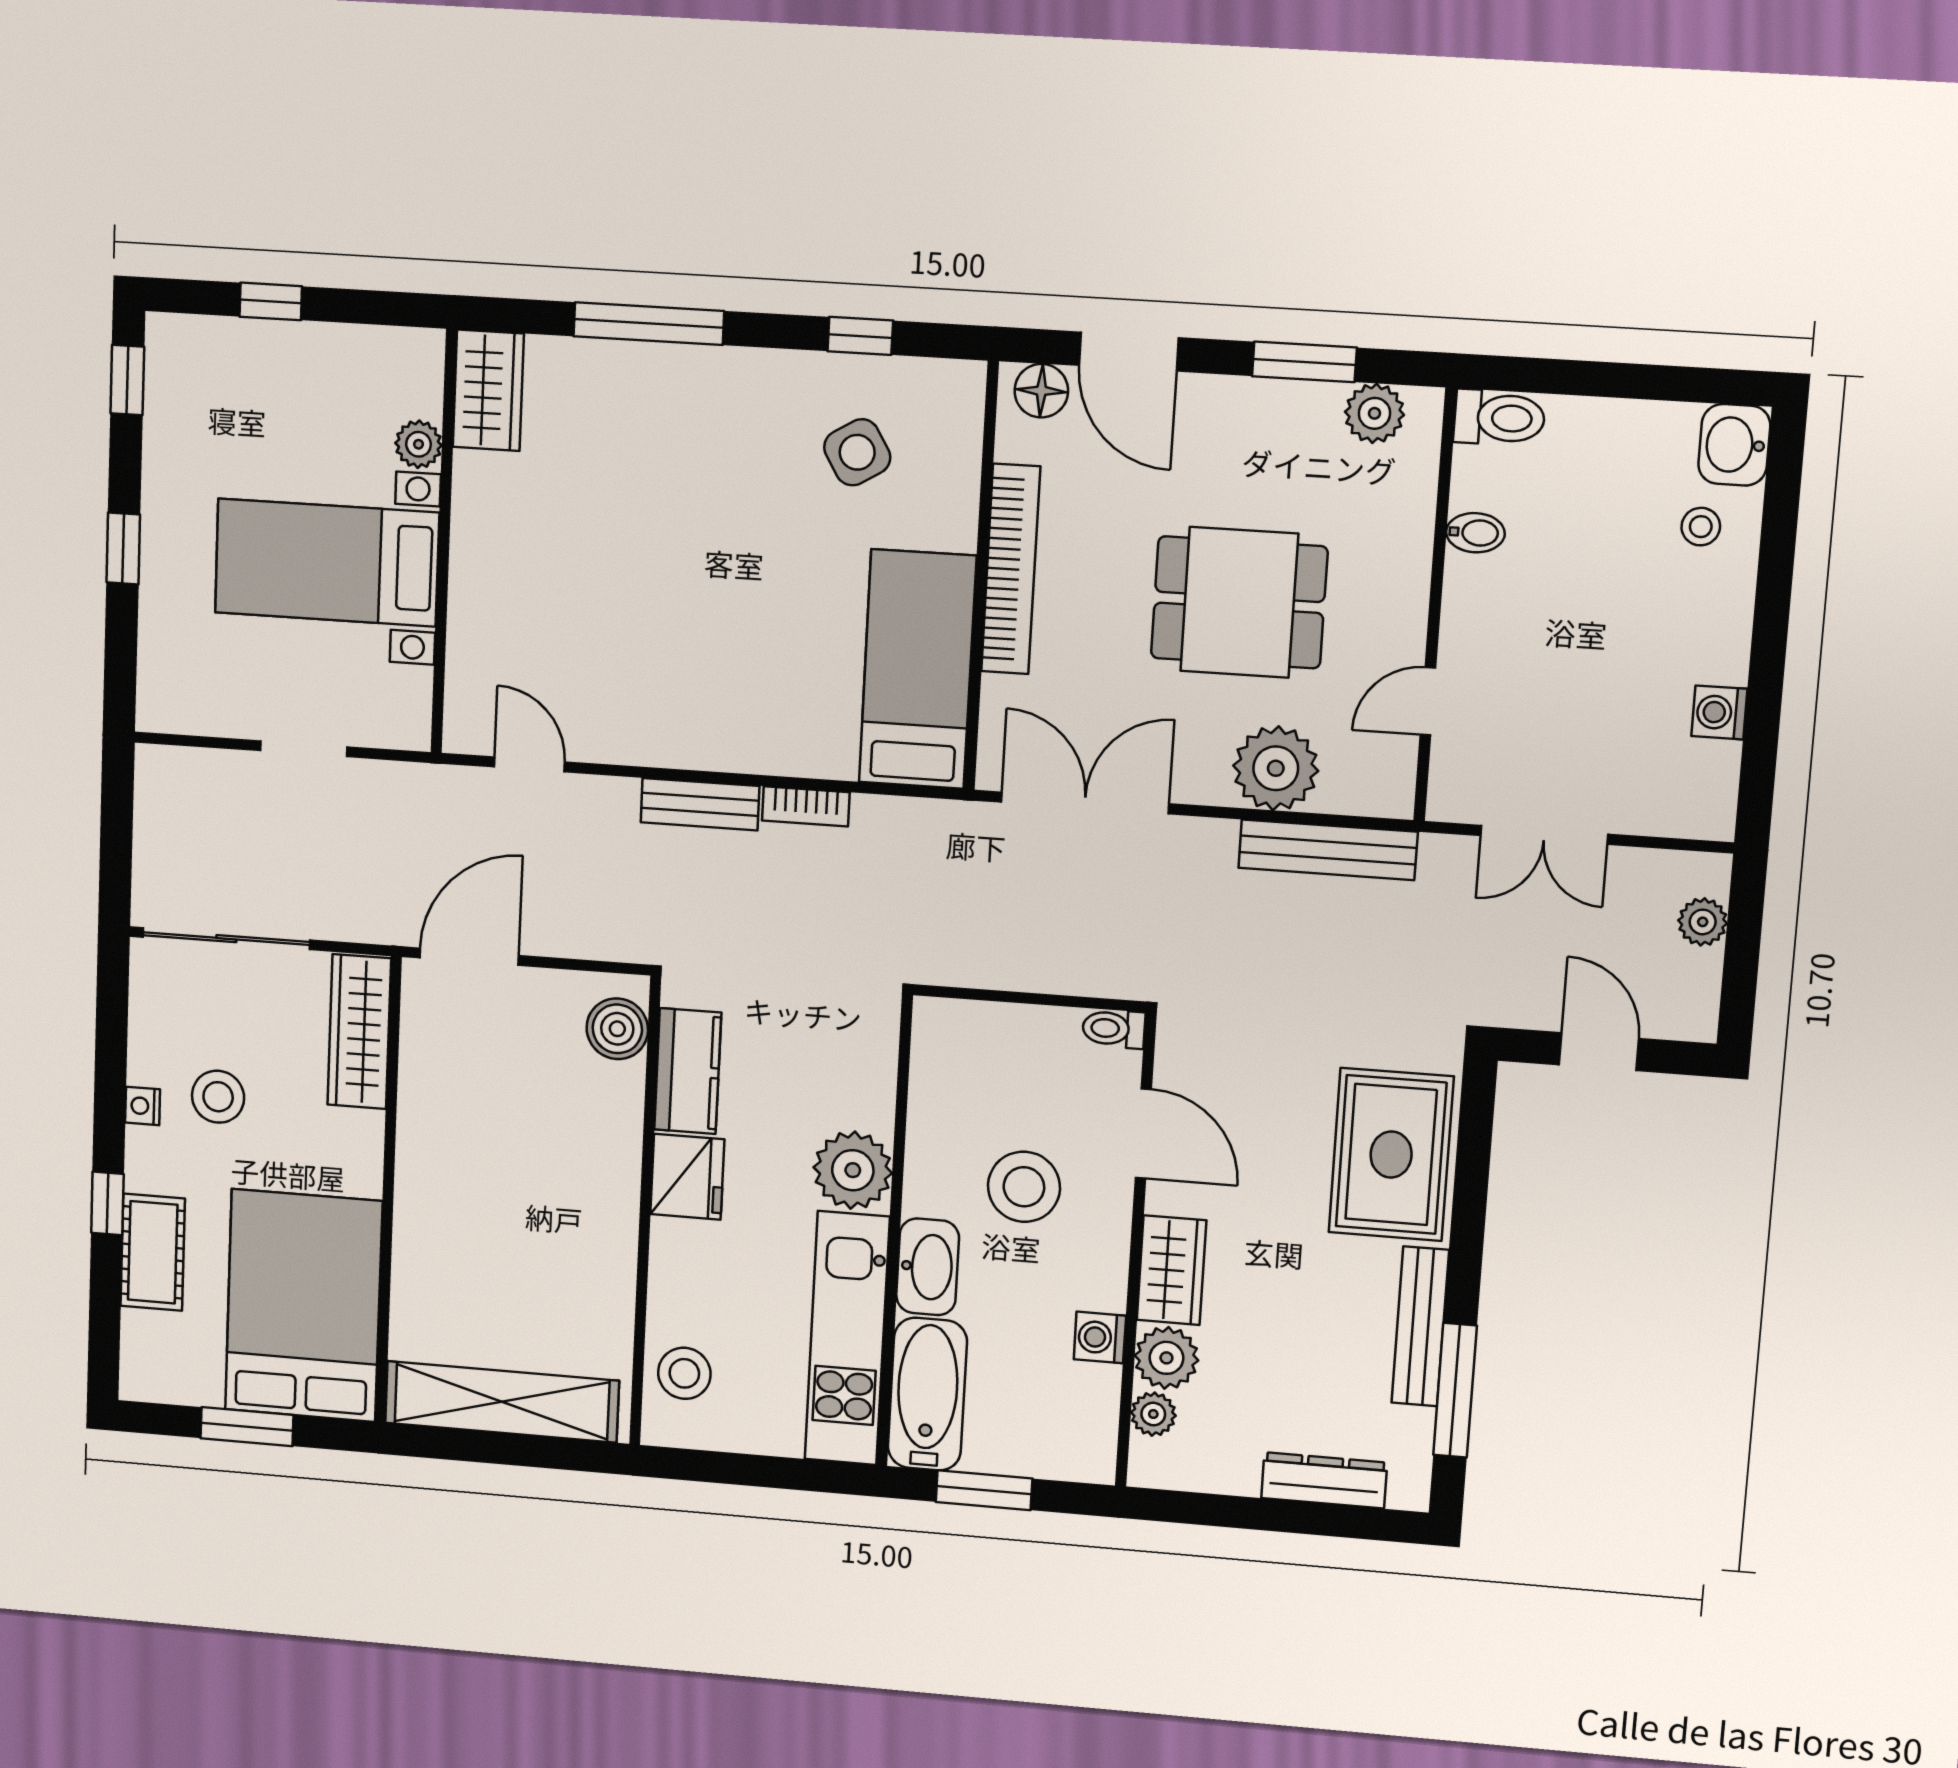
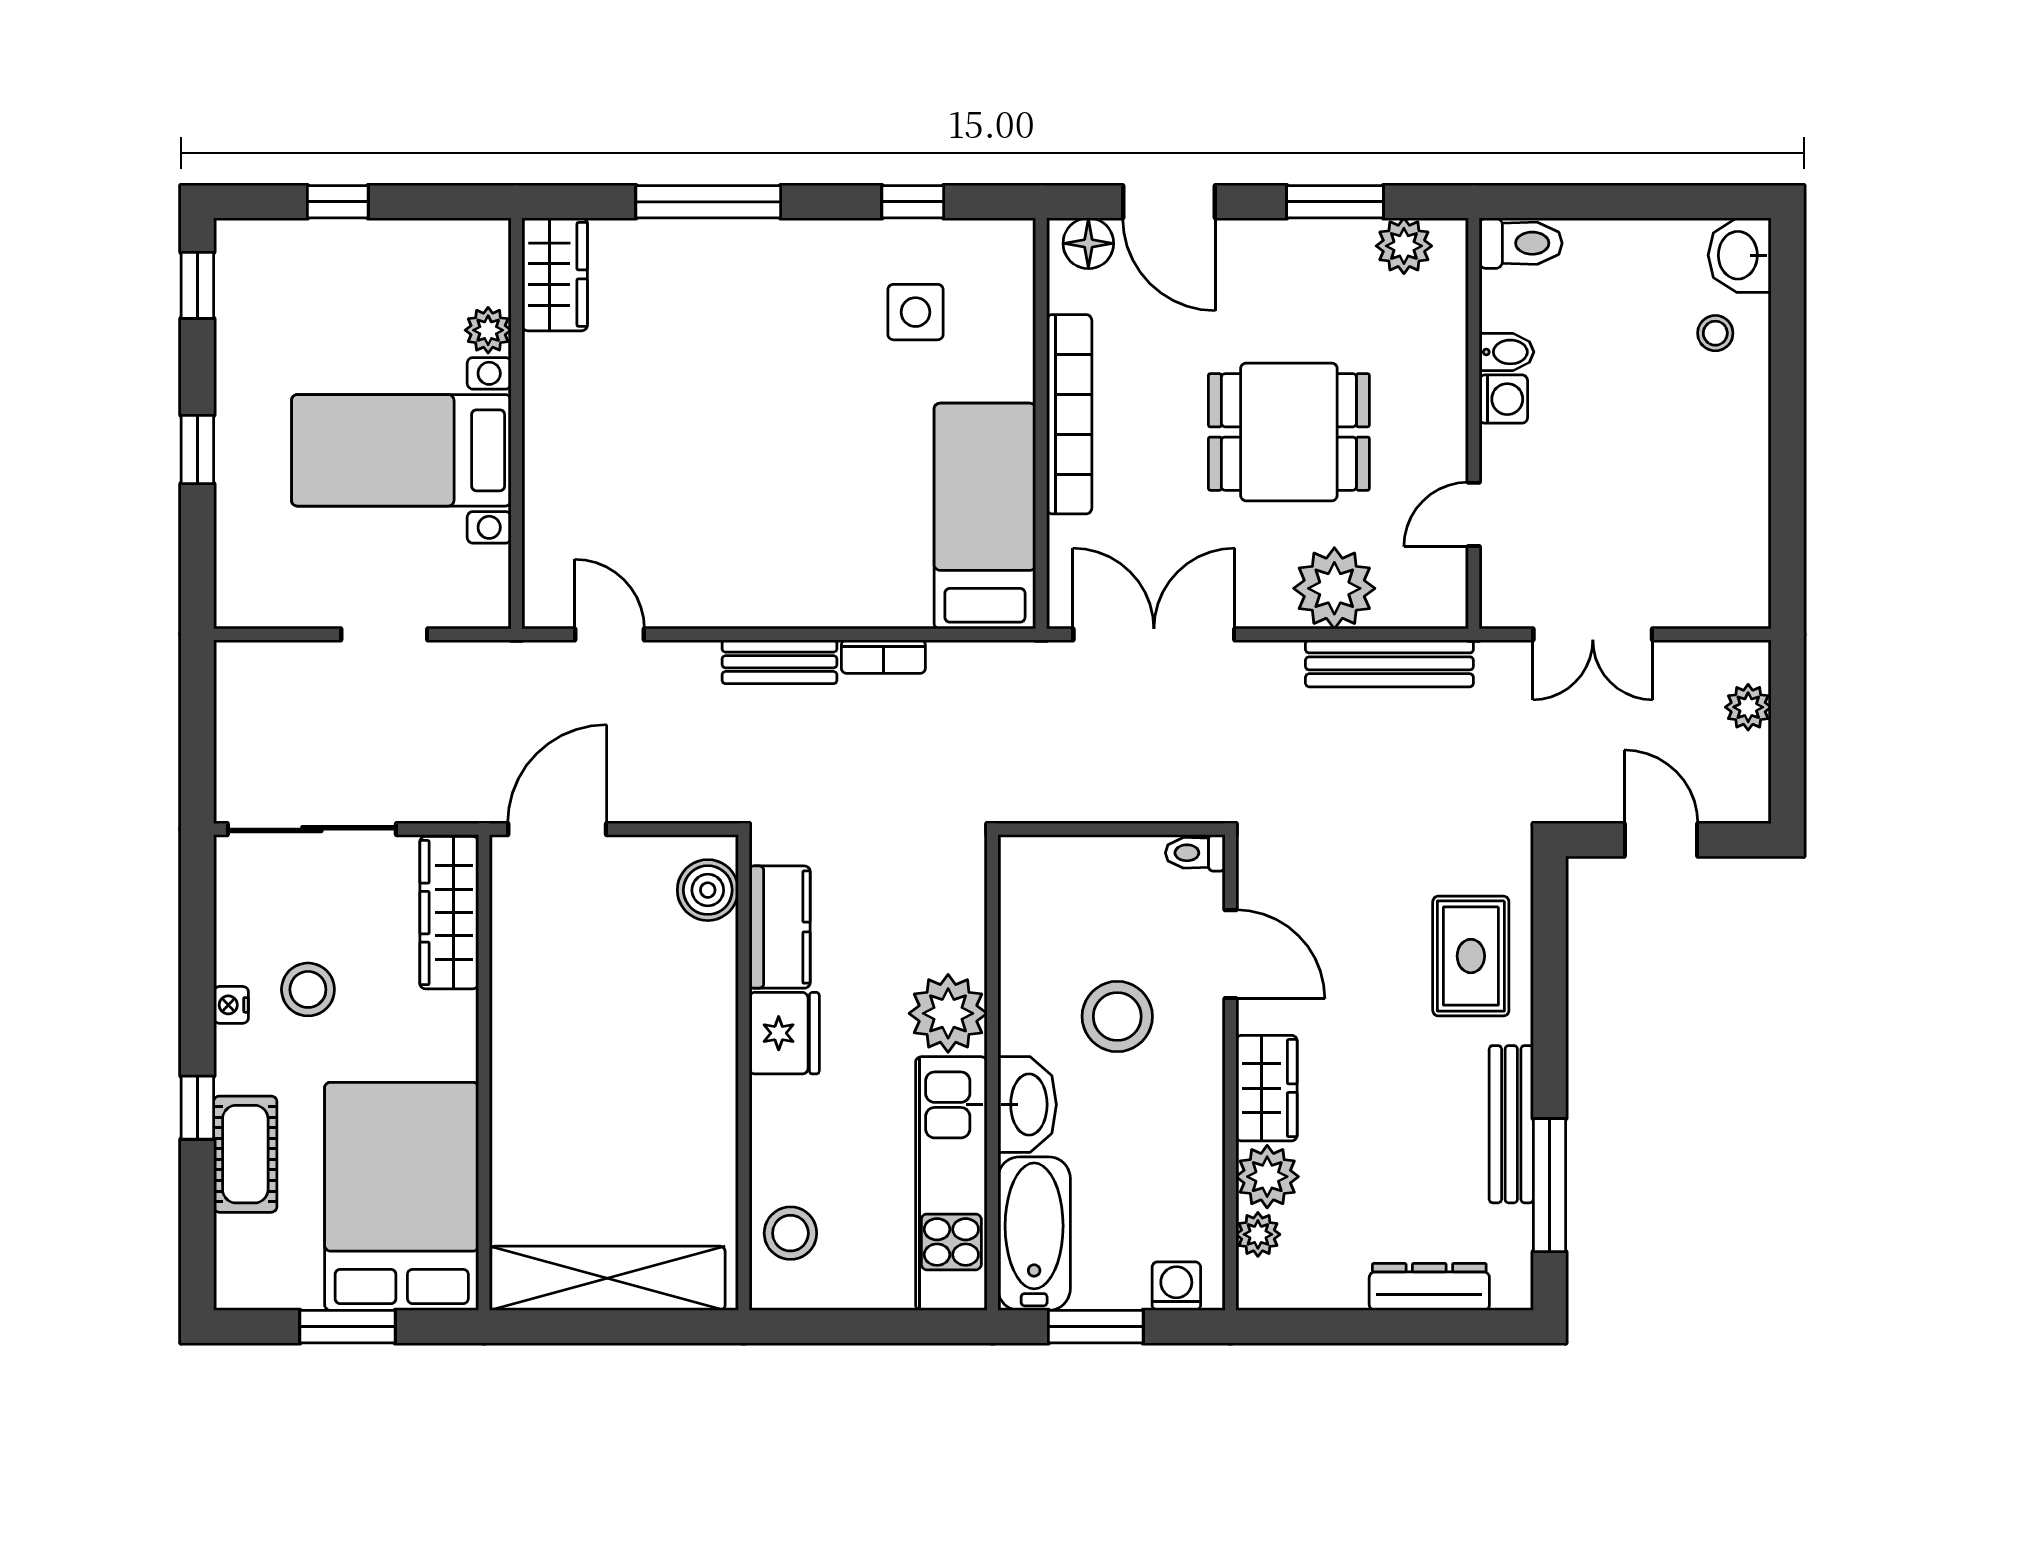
side table: (857, 452) -> (916, 312), turned 31
washing machine: (1719, 712) -> (1503, 399), moved, turned 180
rug: (1391, 1155) -> (1471, 956), width x0.73, depth x0.70
washing machine: (1100, 1337) -> (1176, 1286), moved, turned 90

